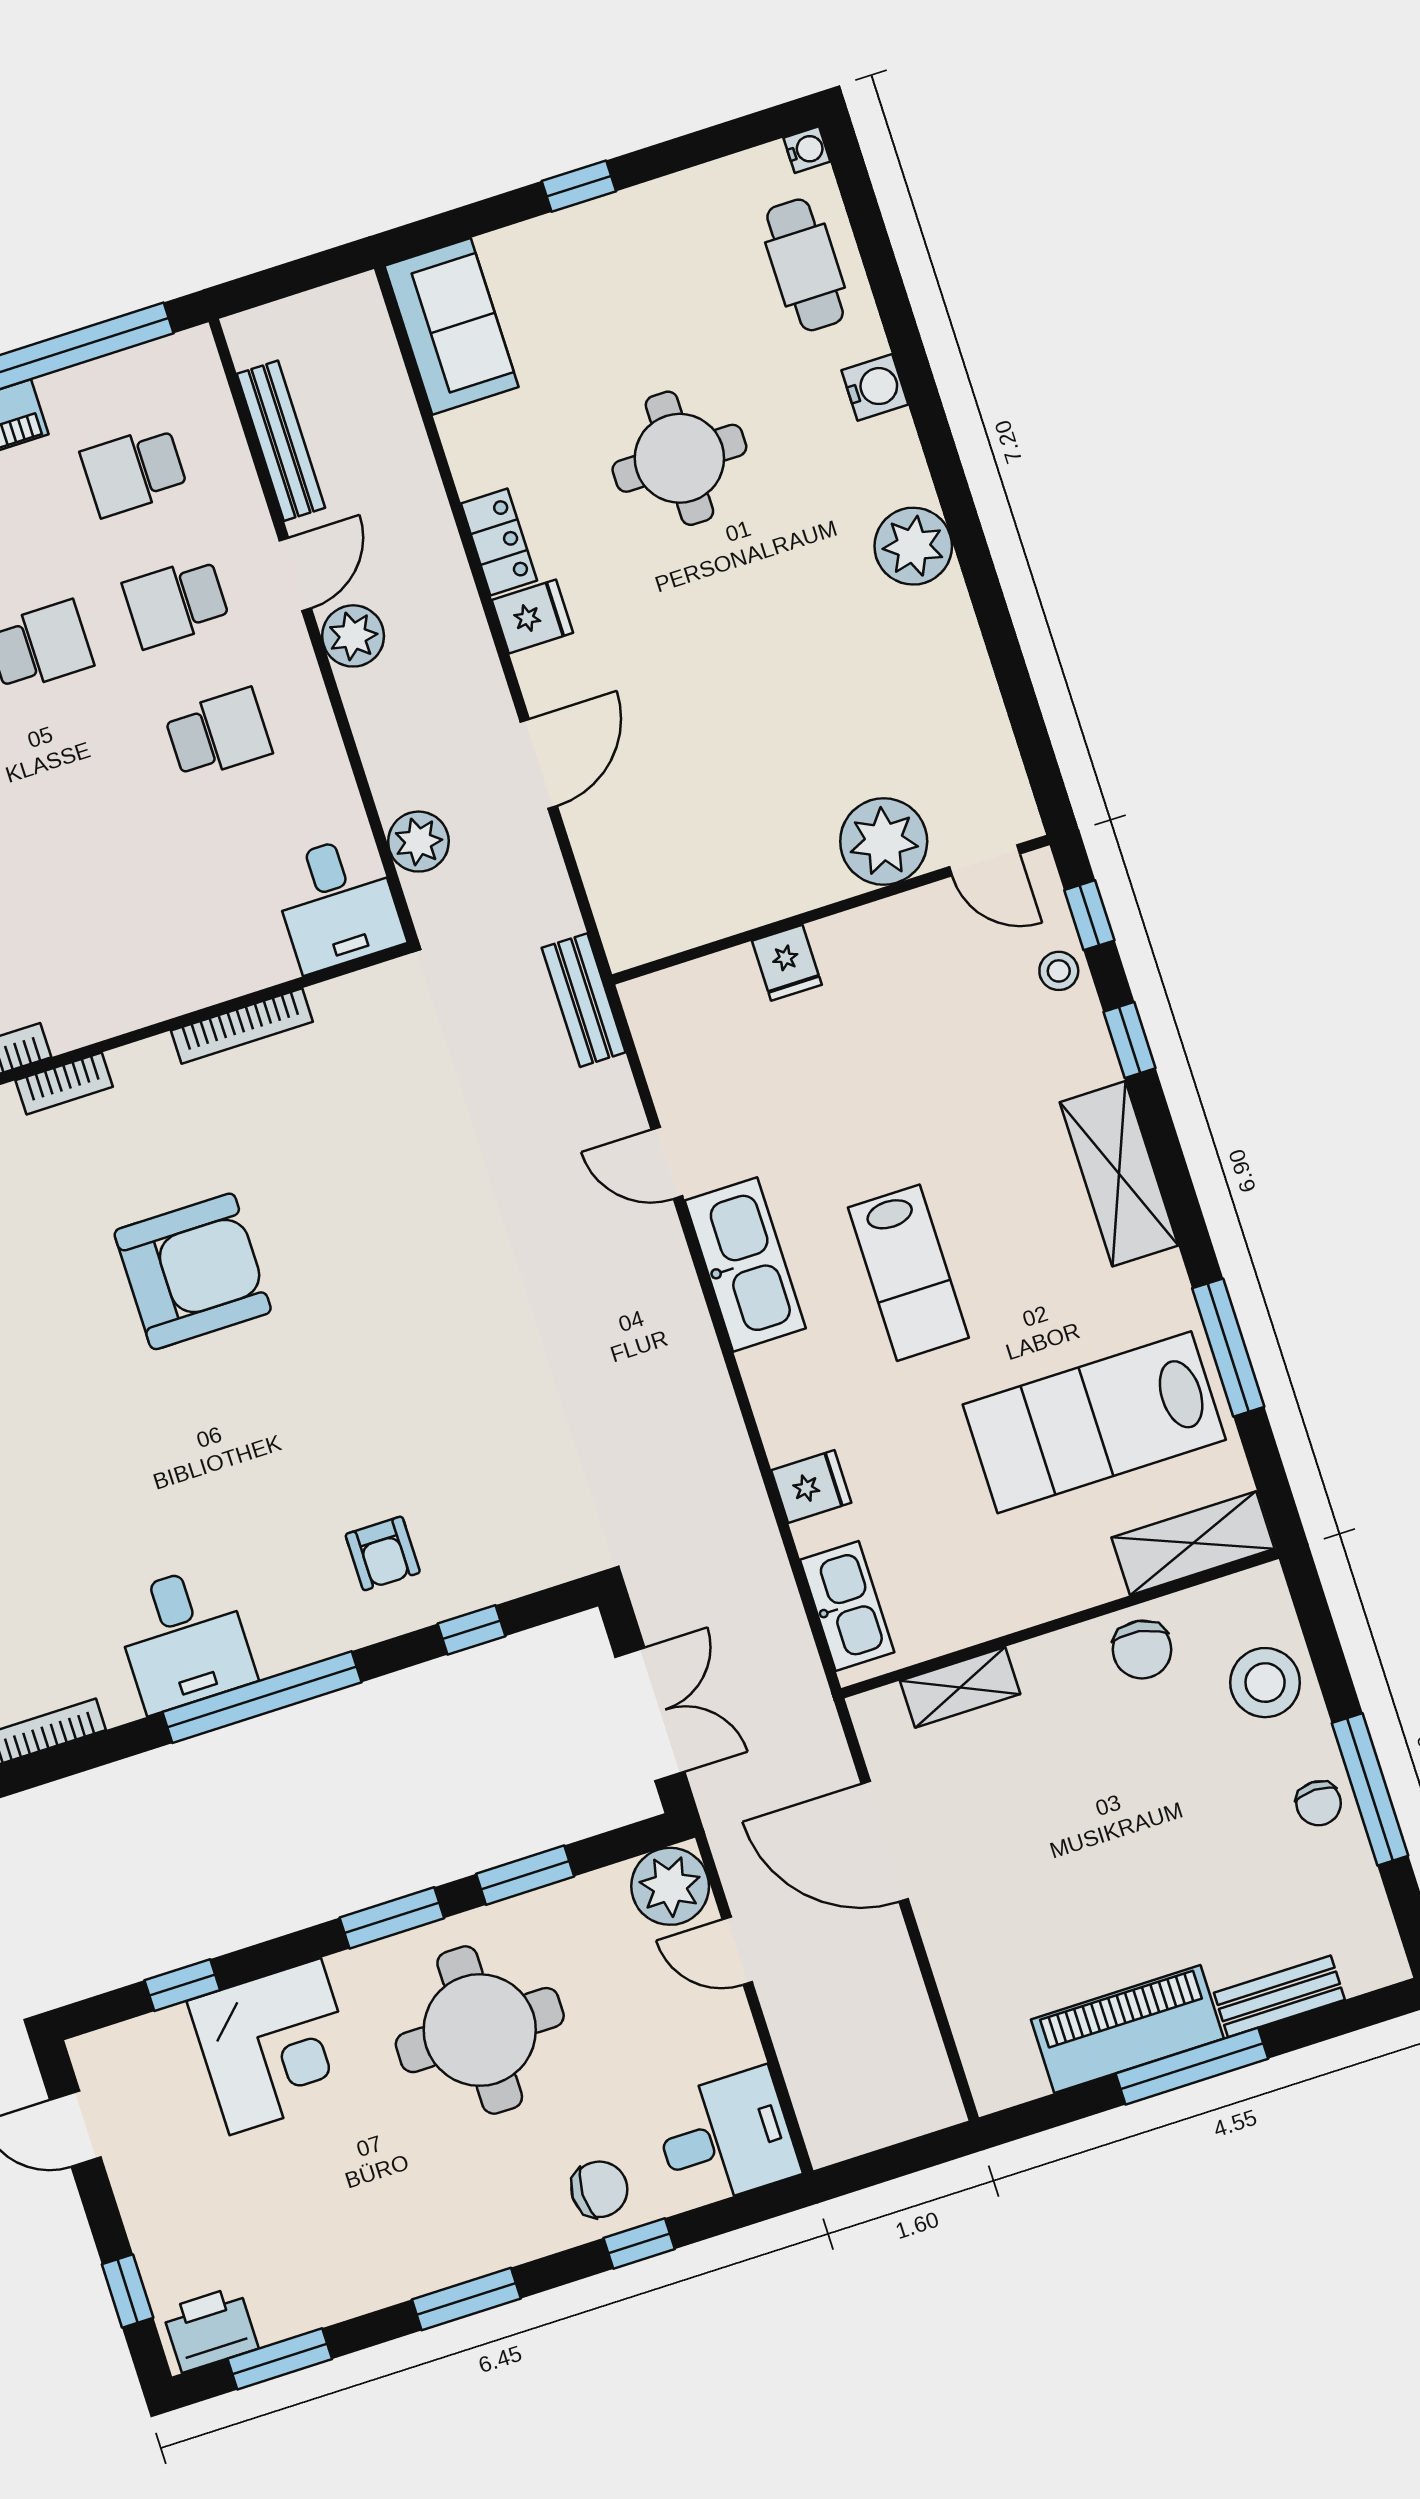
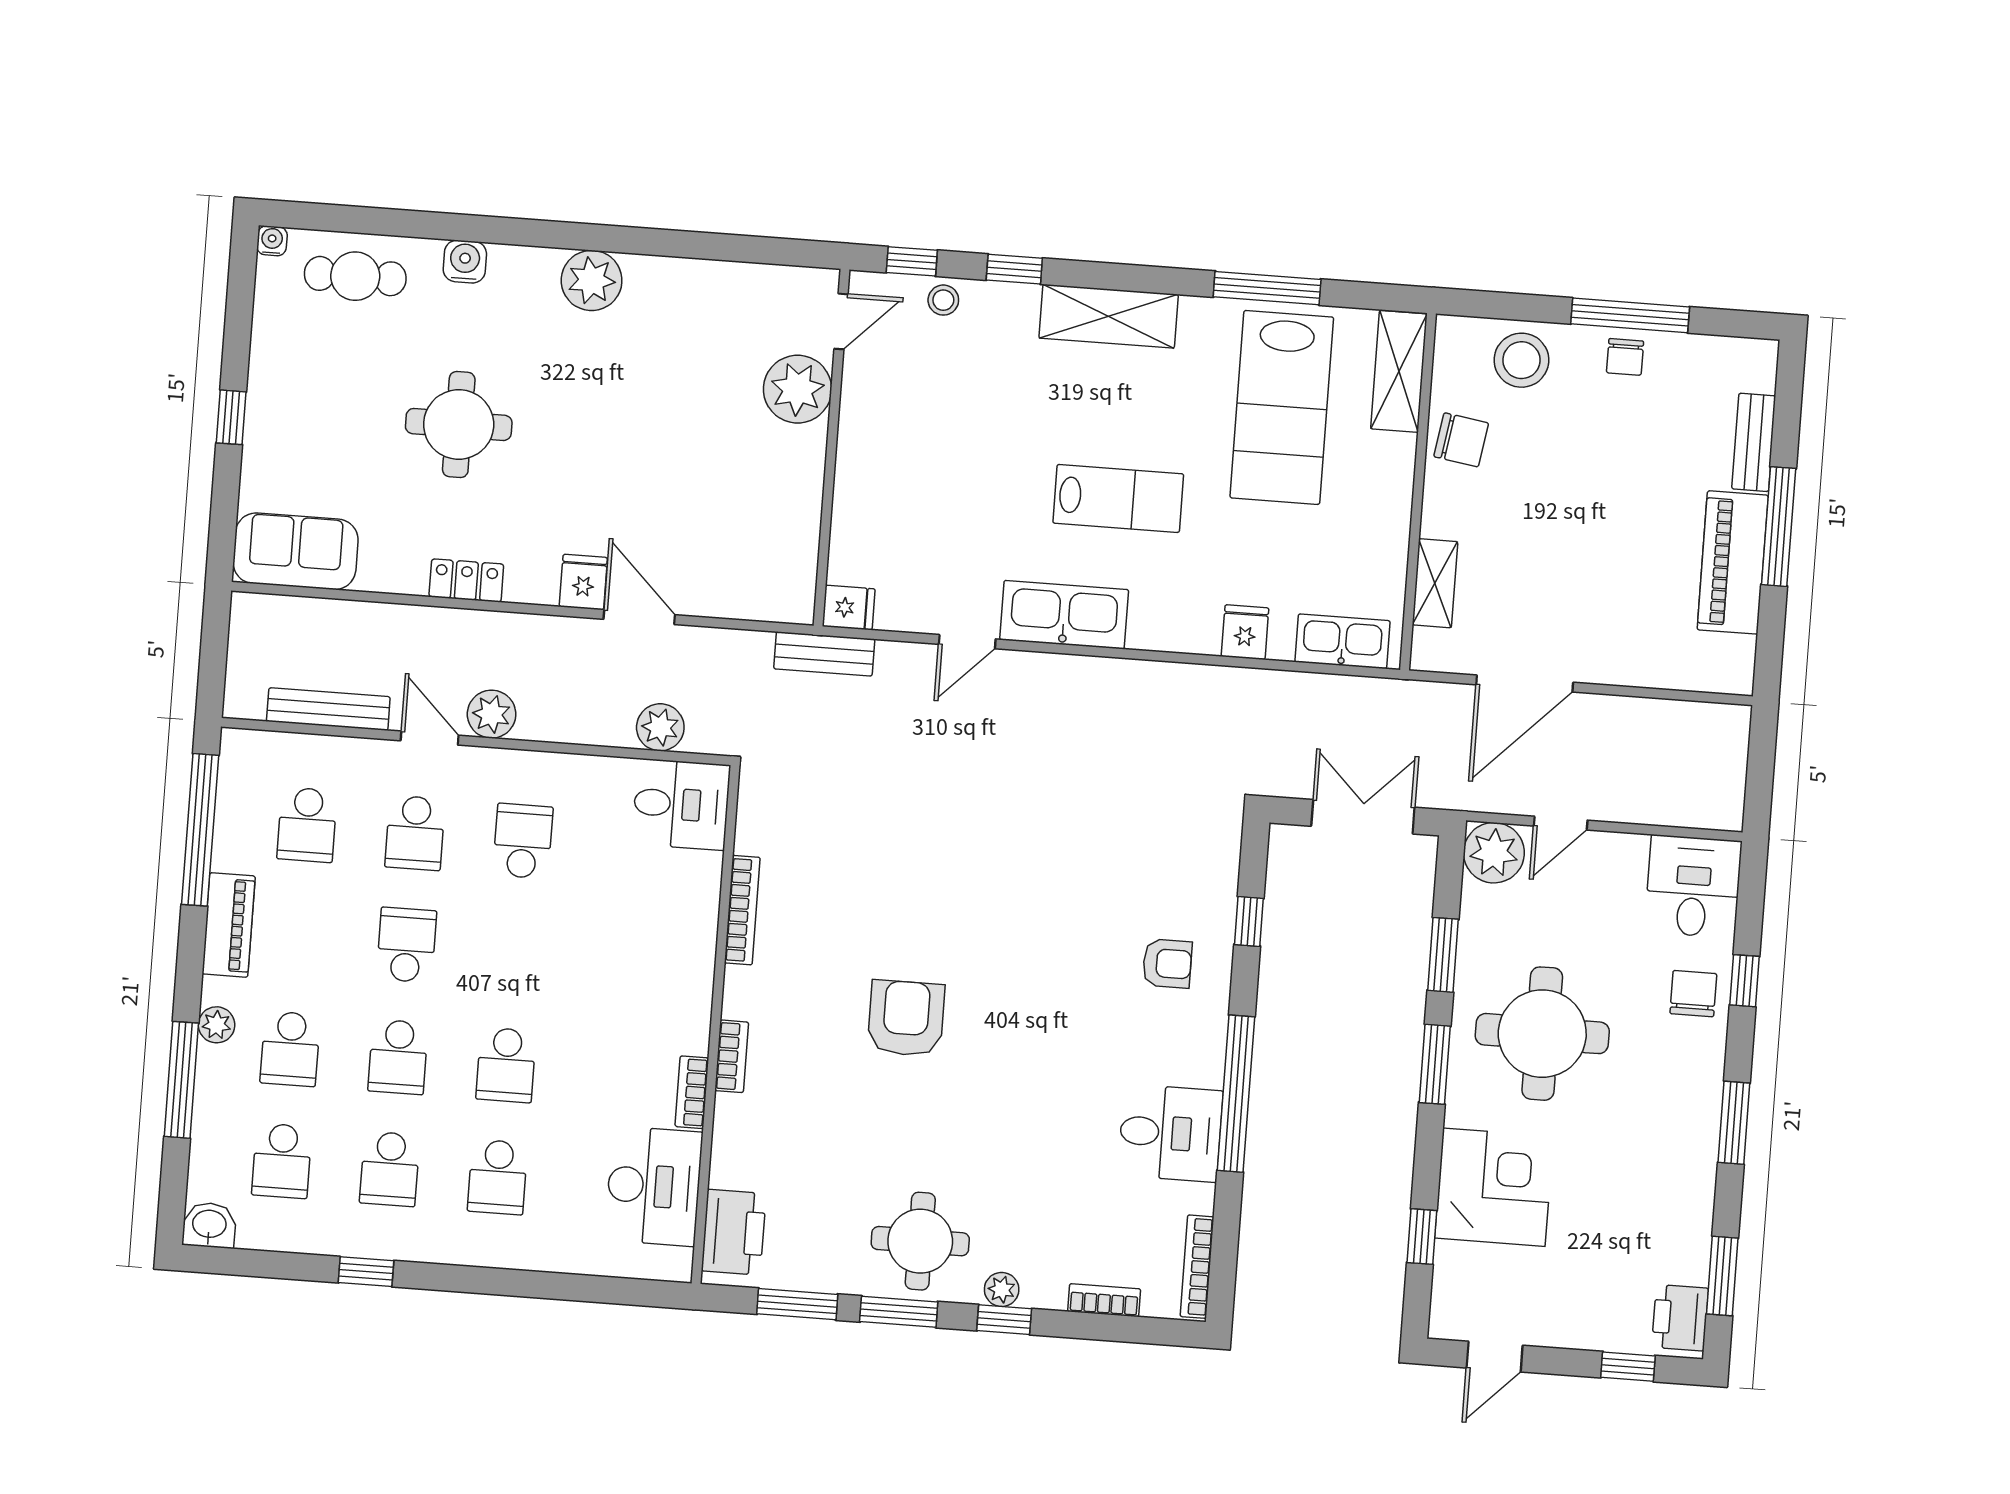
fridge: (532, 616) -> (583, 582), moved
fridge: (787, 963) -> (849, 608), moved
armchair: (193, 1271) -> (906, 1018), width x0.73, depth x0.73
chair: (1319, 1803) -> (1625, 357), turned 90

